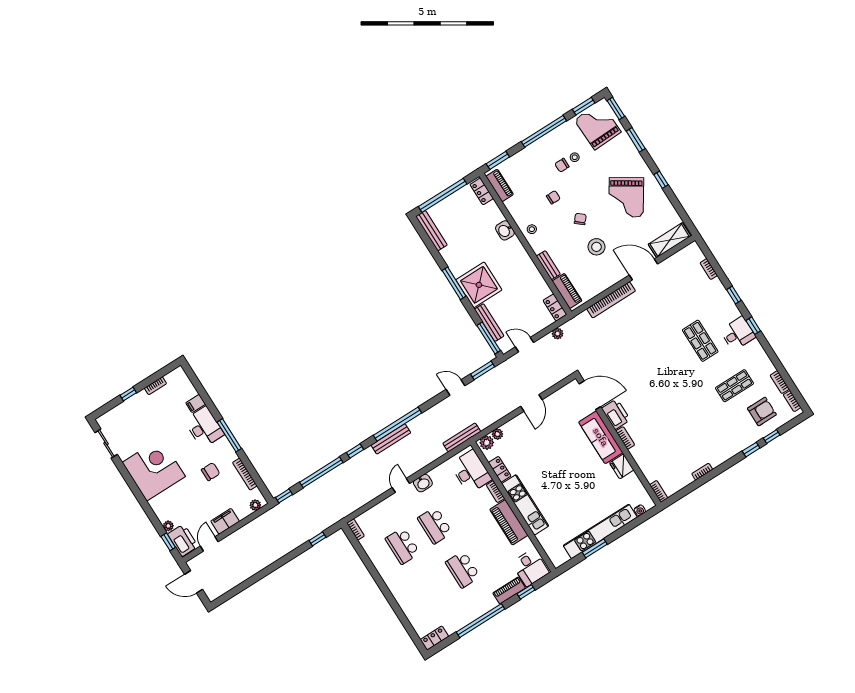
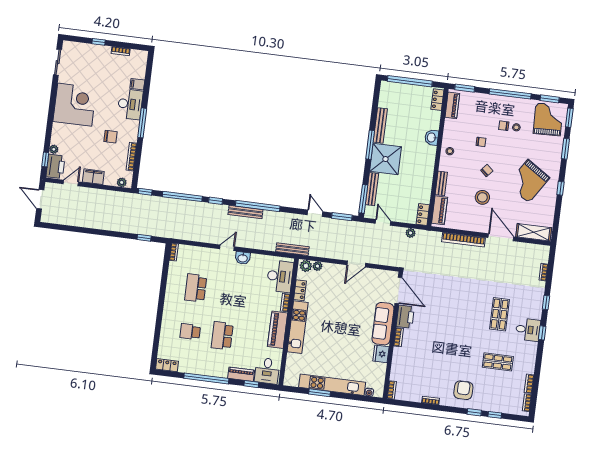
bench: (432, 231) -> (380, 125), moved
armchair: (762, 412) -> (463, 390), moved, turned -90
school desk: (435, 525) -> (190, 332), moved, width x0.54

